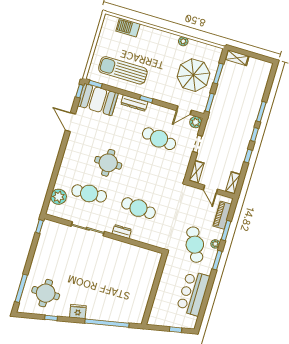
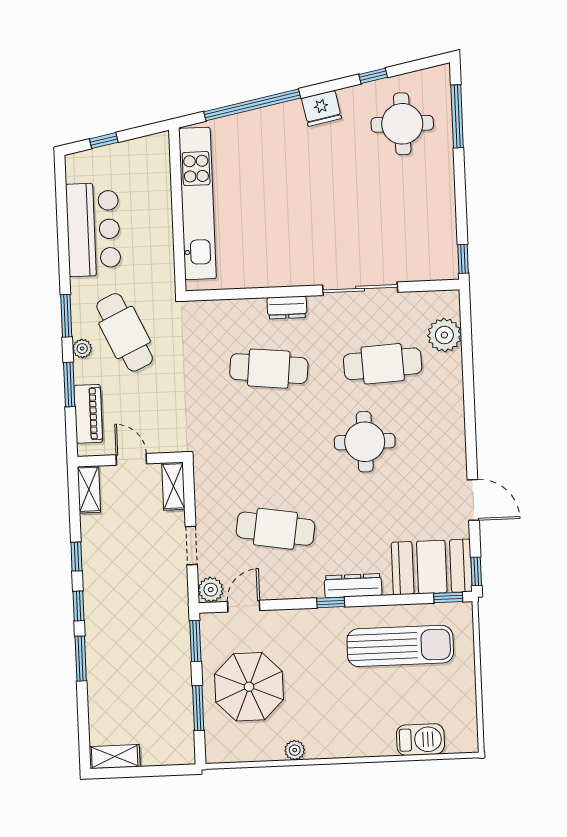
shelving: (237, 58) -> (115, 757), moved
kitchen unit: (145, 289) -> (198, 203), added

